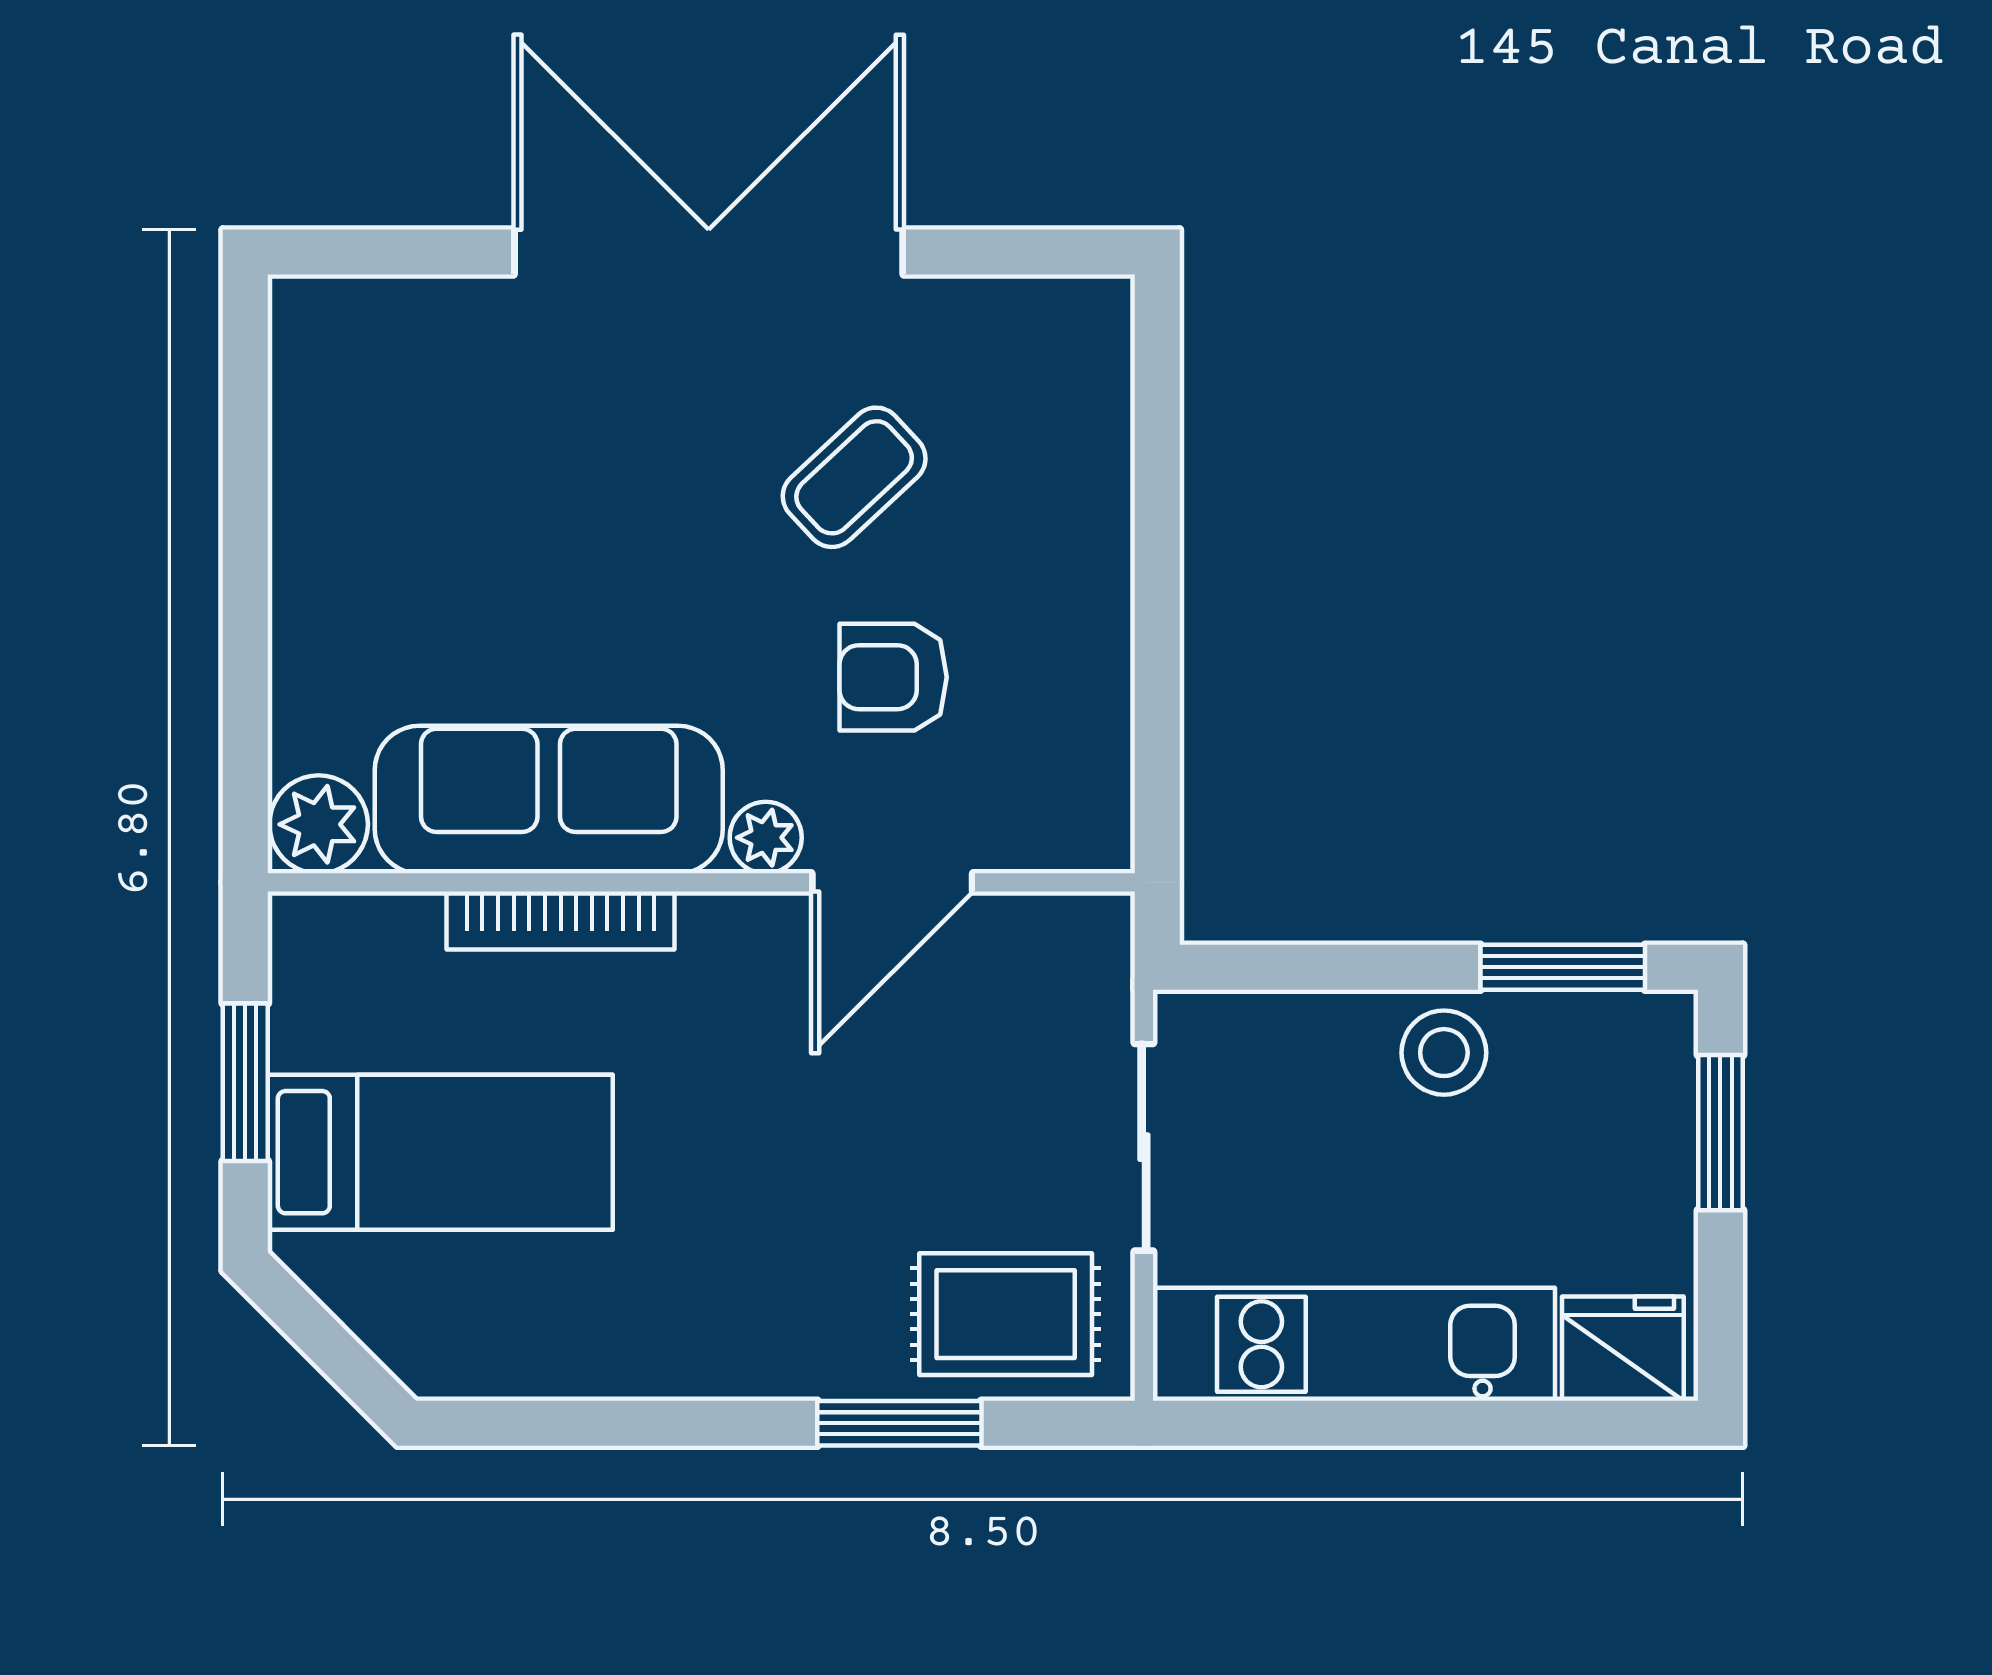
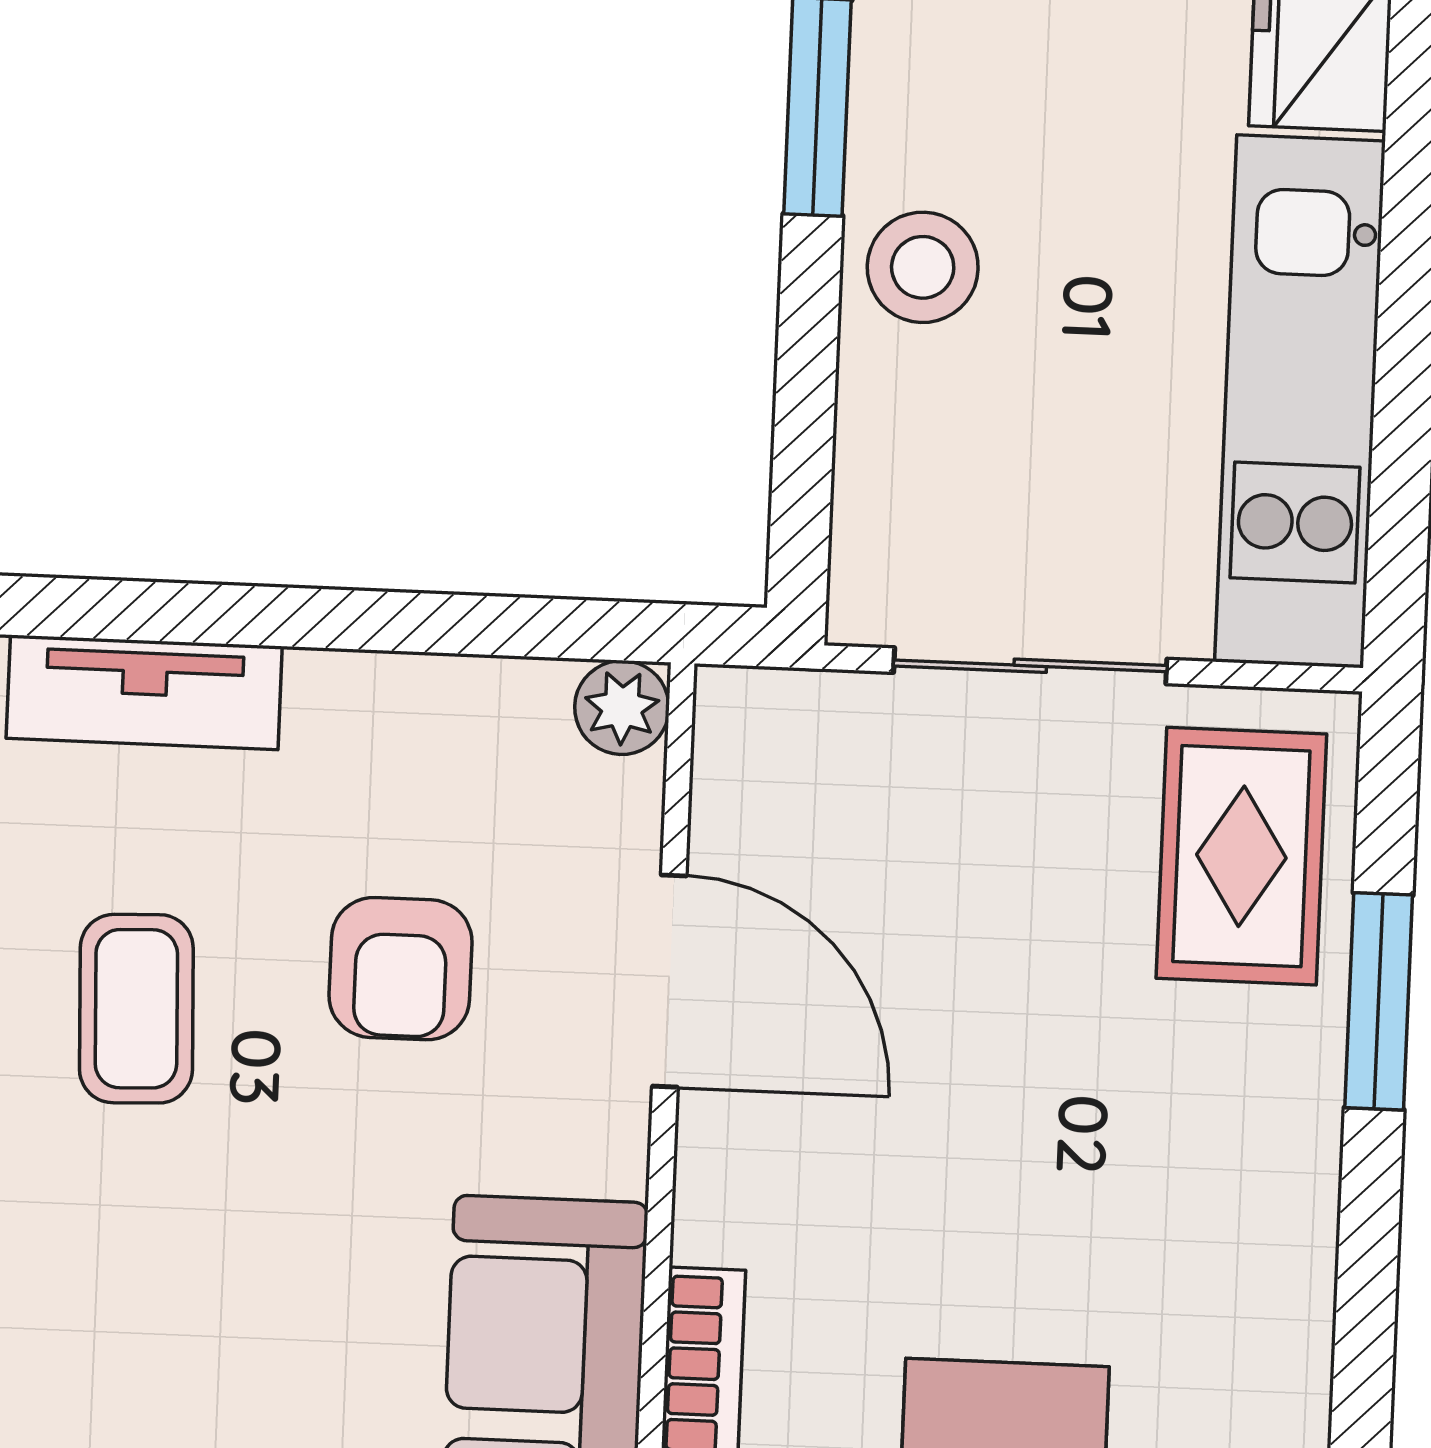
tv unit: (1095, 473) -> (144, 692), added
coffee table: (854, 477) -> (136, 1009), turned 41
plant: (766, 838) -> (622, 708), moved

